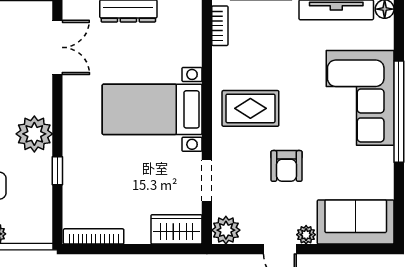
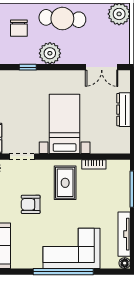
bookcase: (220, 26) -> (94, 164), moved

